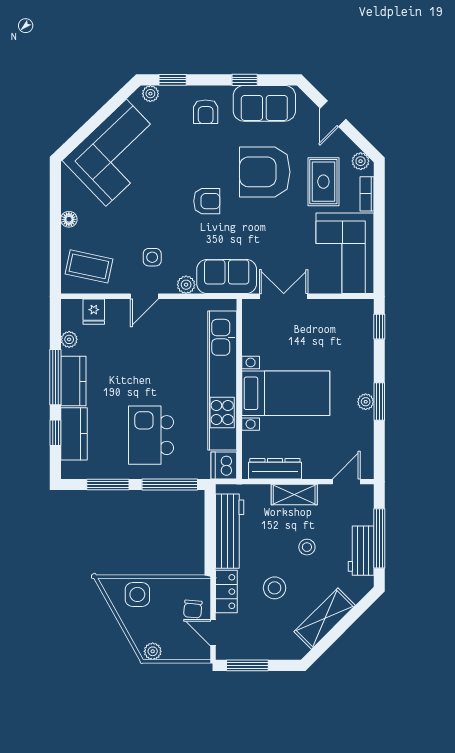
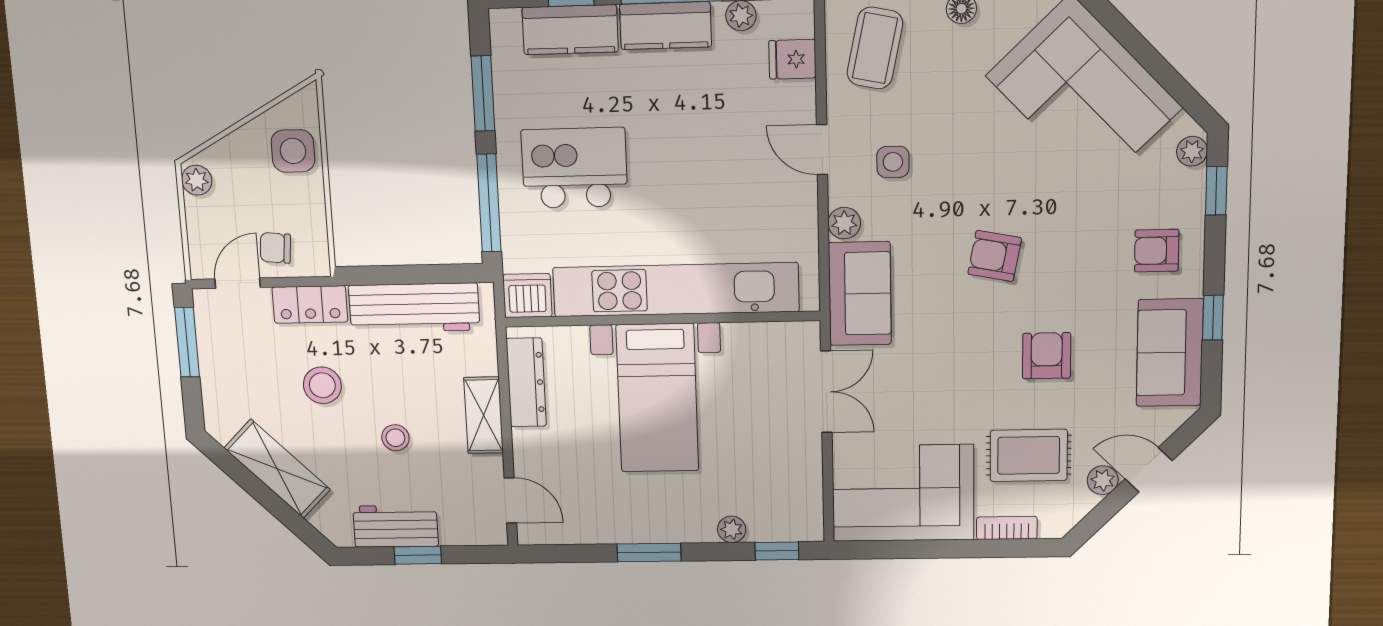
plant: (361, 161) -> (1103, 480), moved
armchair: (265, 172) -> (1047, 356), width x0.53, depth x0.53
armchair: (207, 201) -> (995, 256), turned 101
plant: (366, 402) -> (732, 529), moved
window: (379, 538) -> (418, 555), width x0.46

